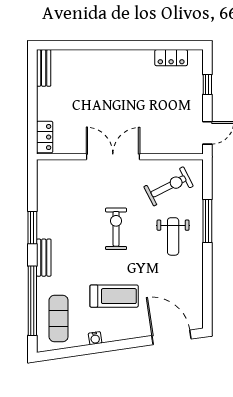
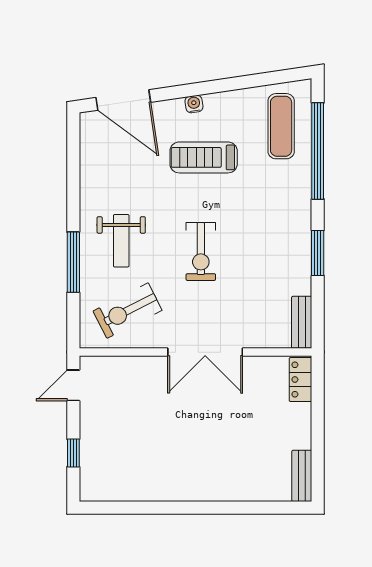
locker: (171, 58) -> (124, 490), removed
weight bench: (173, 236) -> (121, 241), turned 180
bench: (44, 258) -> (302, 322), moved
water cooler: (95, 338) -> (194, 104), moved

